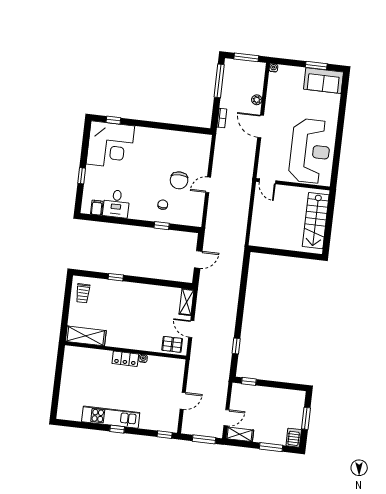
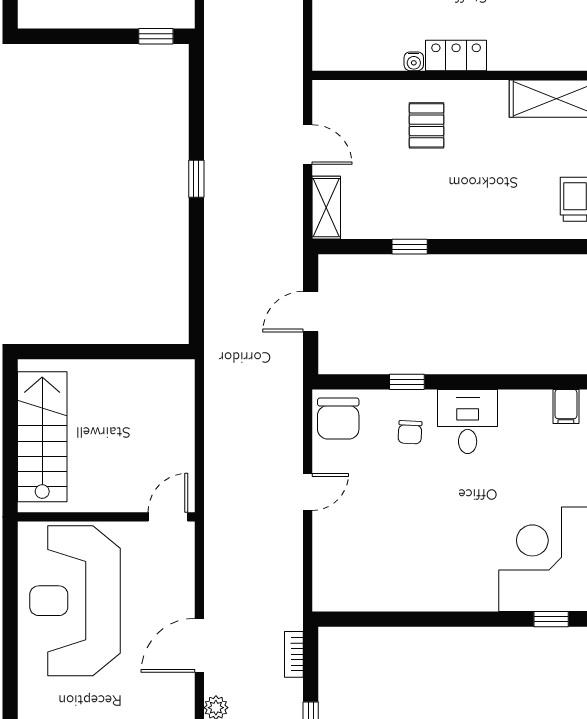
door: (261, 126) -> (199, 645), swing flipped
chair: (179, 180) -> (338, 419), moved, turned 180
door: (267, 181) -> (168, 517), hinge flipped
desk: (116, 204) -> (468, 421), moved
window: (116, 277) -> (410, 247), moved
pallet: (172, 344) -> (427, 125), moved, turned 90
window: (236, 346) -> (196, 179), moved

